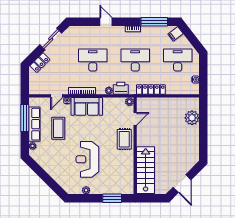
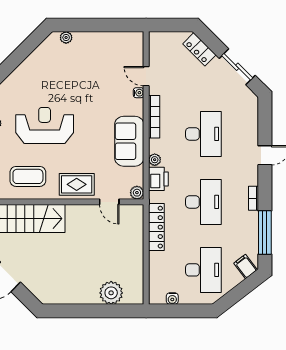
sofa: (87, 106) -> (129, 141), moved
window: (25, 118) -> (111, 25), removed
row of seats: (34, 124) -> (101, 40), removed
coffee table: (58, 128) -> (28, 176), moved

